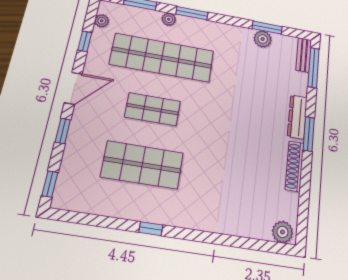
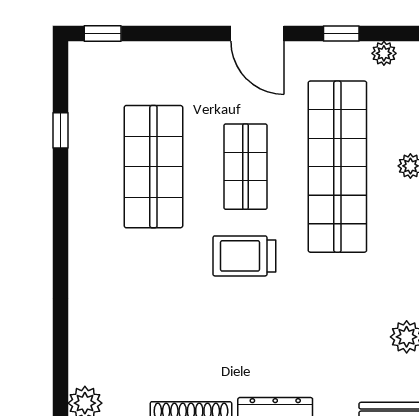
trolley: (206, 119) -> (244, 256), added
window: (63, 131) -> (186, 34), removed
window: (151, 229) -> (60, 130), moved

